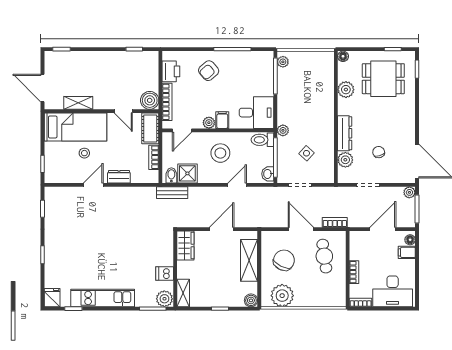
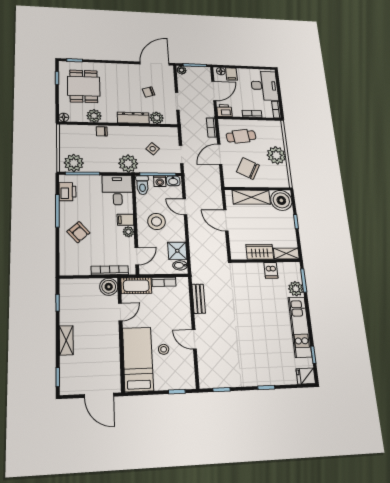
plant: (283, 62) -> (74, 163), width x1.87, depth x1.87
printer: (171, 71) -> (67, 192), moved, turned 90
door: (43, 88) -> (99, 395), hinge flipped
chair: (327, 98) -> (102, 131), added
shelving: (78, 103) -> (66, 340), moved
door: (182, 130) -> (137, 256), hinge flipped
plant: (283, 130) -> (128, 164), width x1.88, depth x1.88
washing machine: (267, 159) -> (160, 181), added
dresser: (119, 177) -> (185, 315), removed
bench: (172, 193) -> (199, 299), moved
door: (383, 229) -> (214, 91), swing flipped
printer: (357, 239) -> (224, 111), added
wardrobe: (185, 245) -> (260, 252), moved
plant: (282, 296) -> (276, 155), moved
plant: (164, 299) -> (296, 289), moved
boiler: (251, 300) -> (281, 200), width x1.86, depth x1.86

